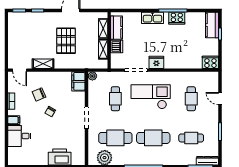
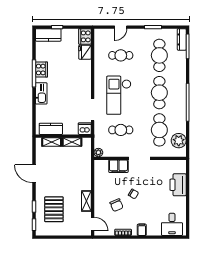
pallet: (66, 41) -> (54, 209), moved, turned 90
dishwasher: (117, 47) -> (85, 129), moved
fridge: (156, 62) -> (85, 52), moved
door: (20, 70) -> (93, 224), hinge flipped
filing cabinet: (78, 81) -> (118, 166), moved
desk: (19, 136) -> (172, 224), moved
cafe table: (191, 138) -> (159, 55), width x1.37, depth x1.35

